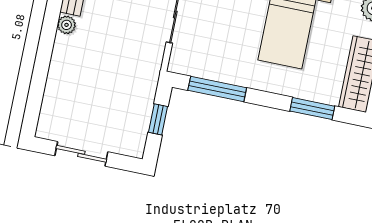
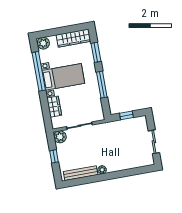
window: (217, 89) -> (102, 85), moved

